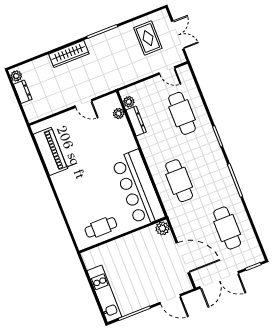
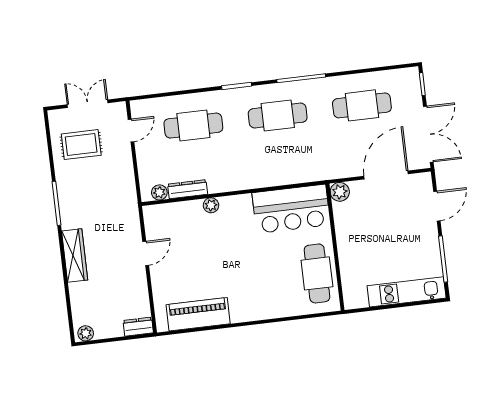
dresser: (23, 92) -> (138, 327), moved
plant: (119, 113) -> (211, 205), moved
cafe table: (179, 181) -> (278, 115), moved
bar counter: (138, 188) -> (291, 209), width x0.73
cafe table: (101, 227) -> (317, 273), width x1.37, depth x1.35

